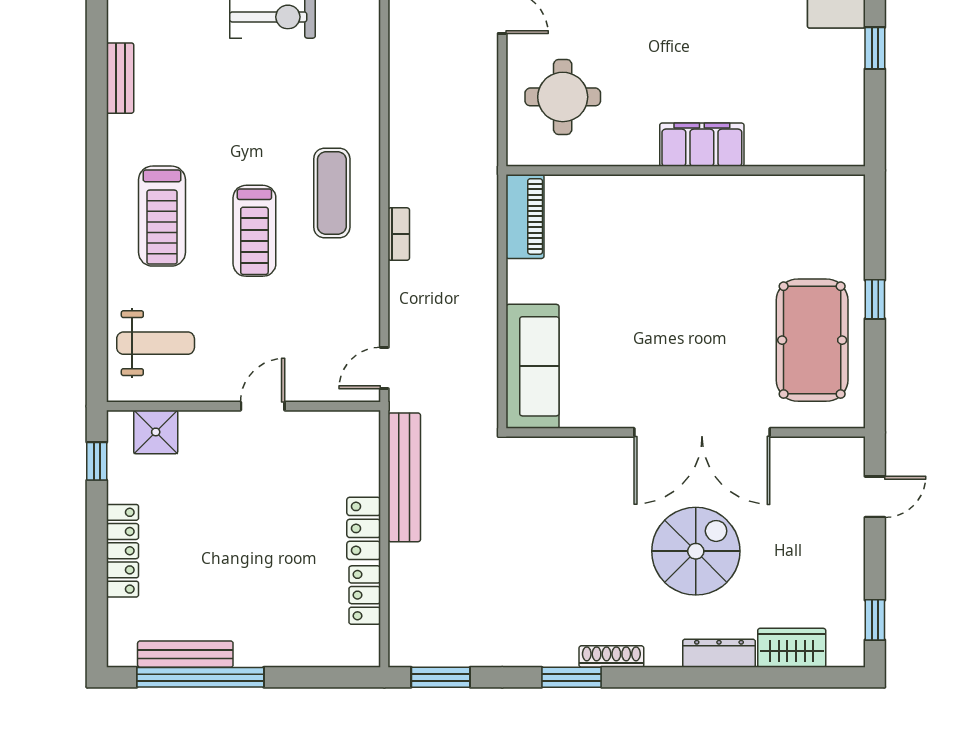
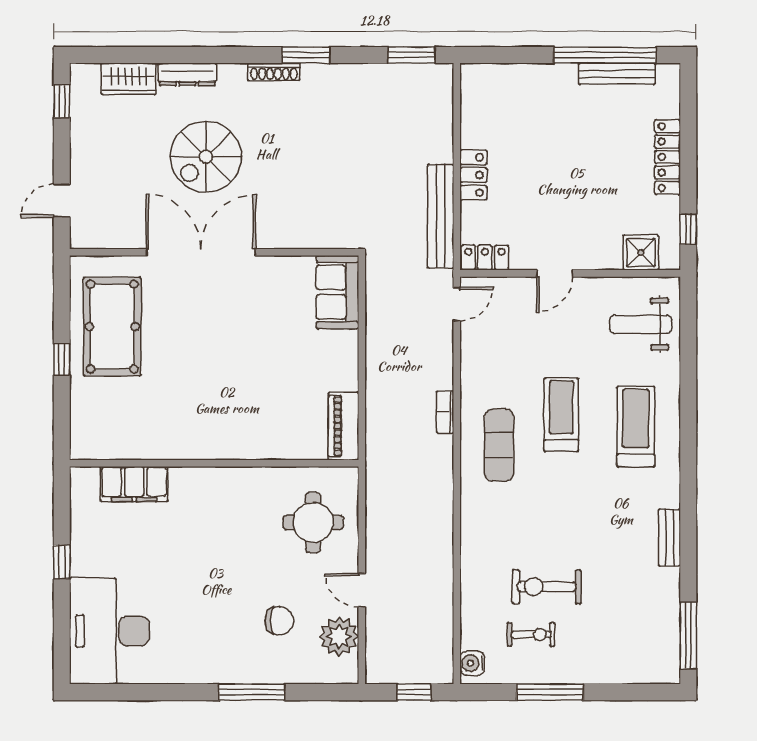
filing cabinet: (702, 145) -> (134, 484), moved
sofa: (533, 366) -> (337, 292), width x0.73
locker: (365, 595) -> (485, 258), moved, turned -90

